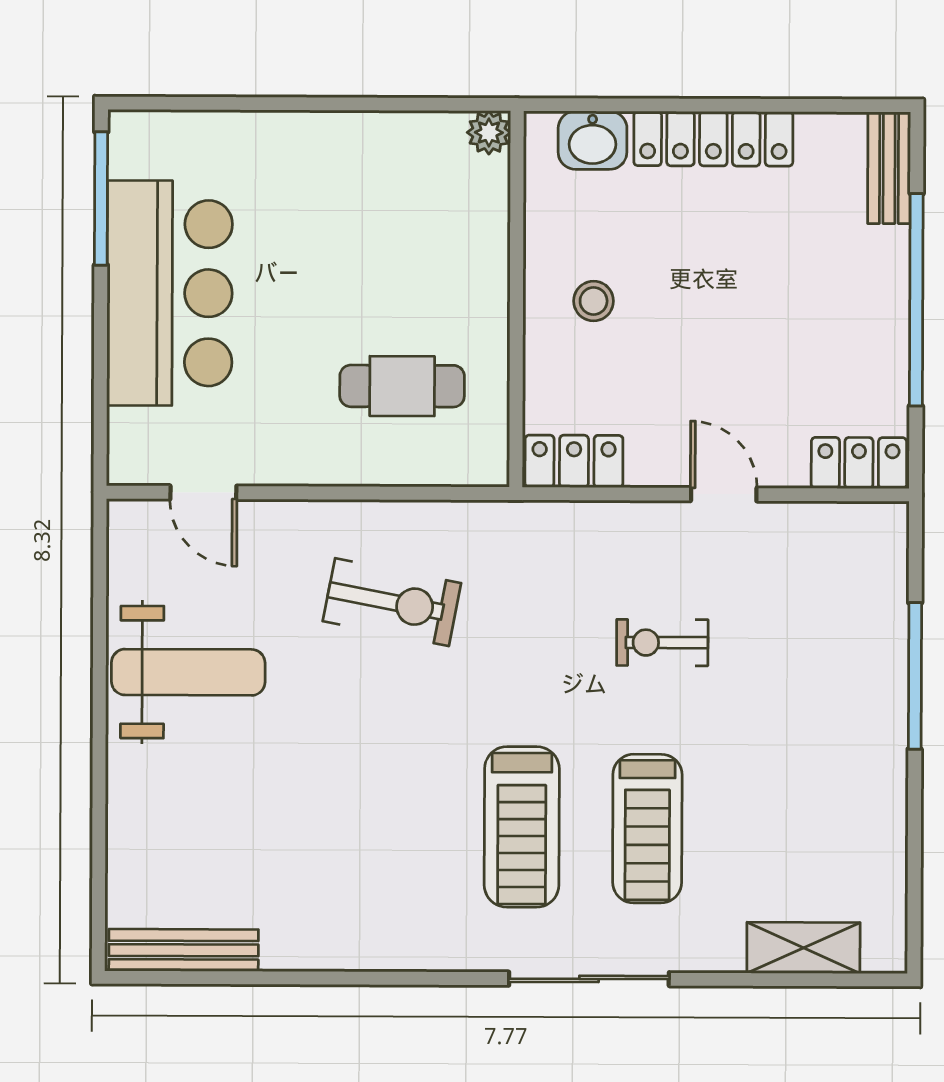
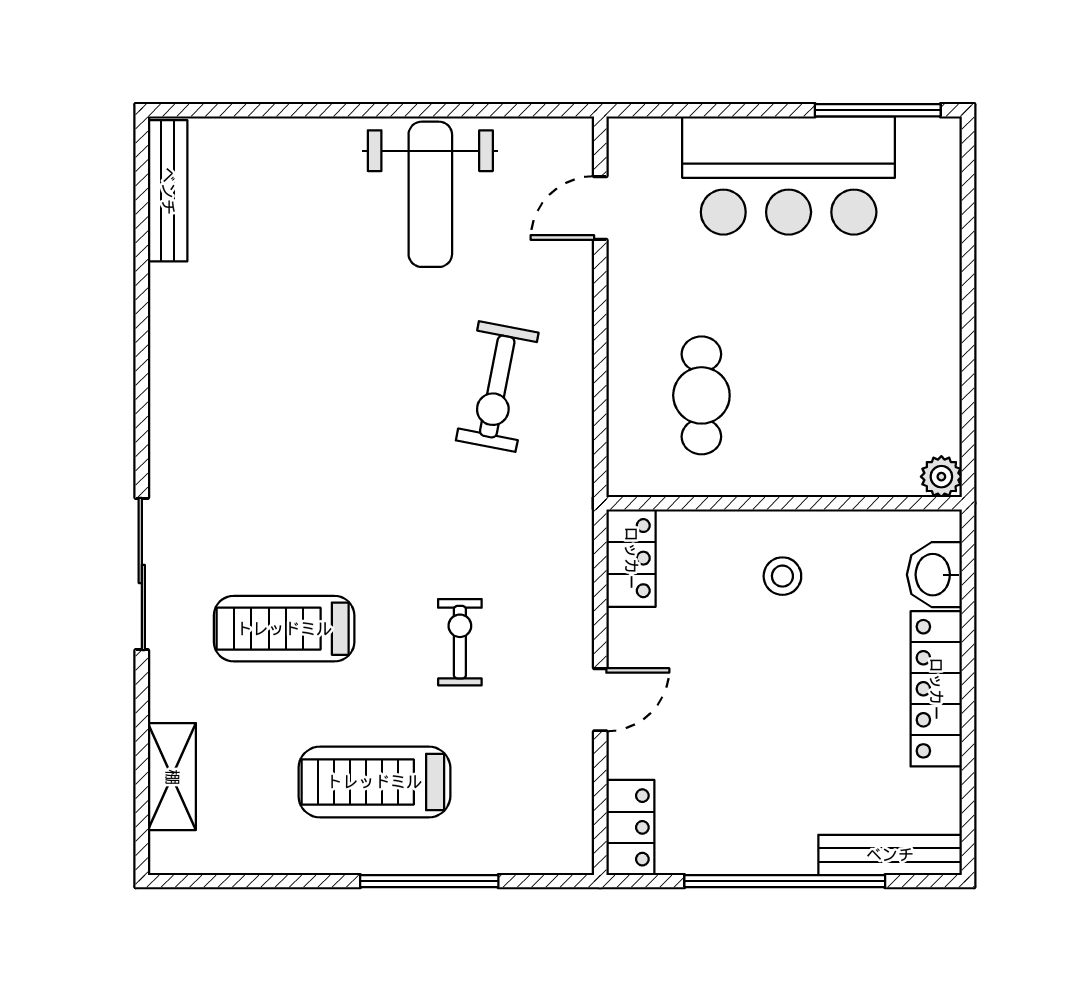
bench: (889, 168) -> (890, 855), width x1.36
treadmill: (522, 827) -> (374, 782), moved

